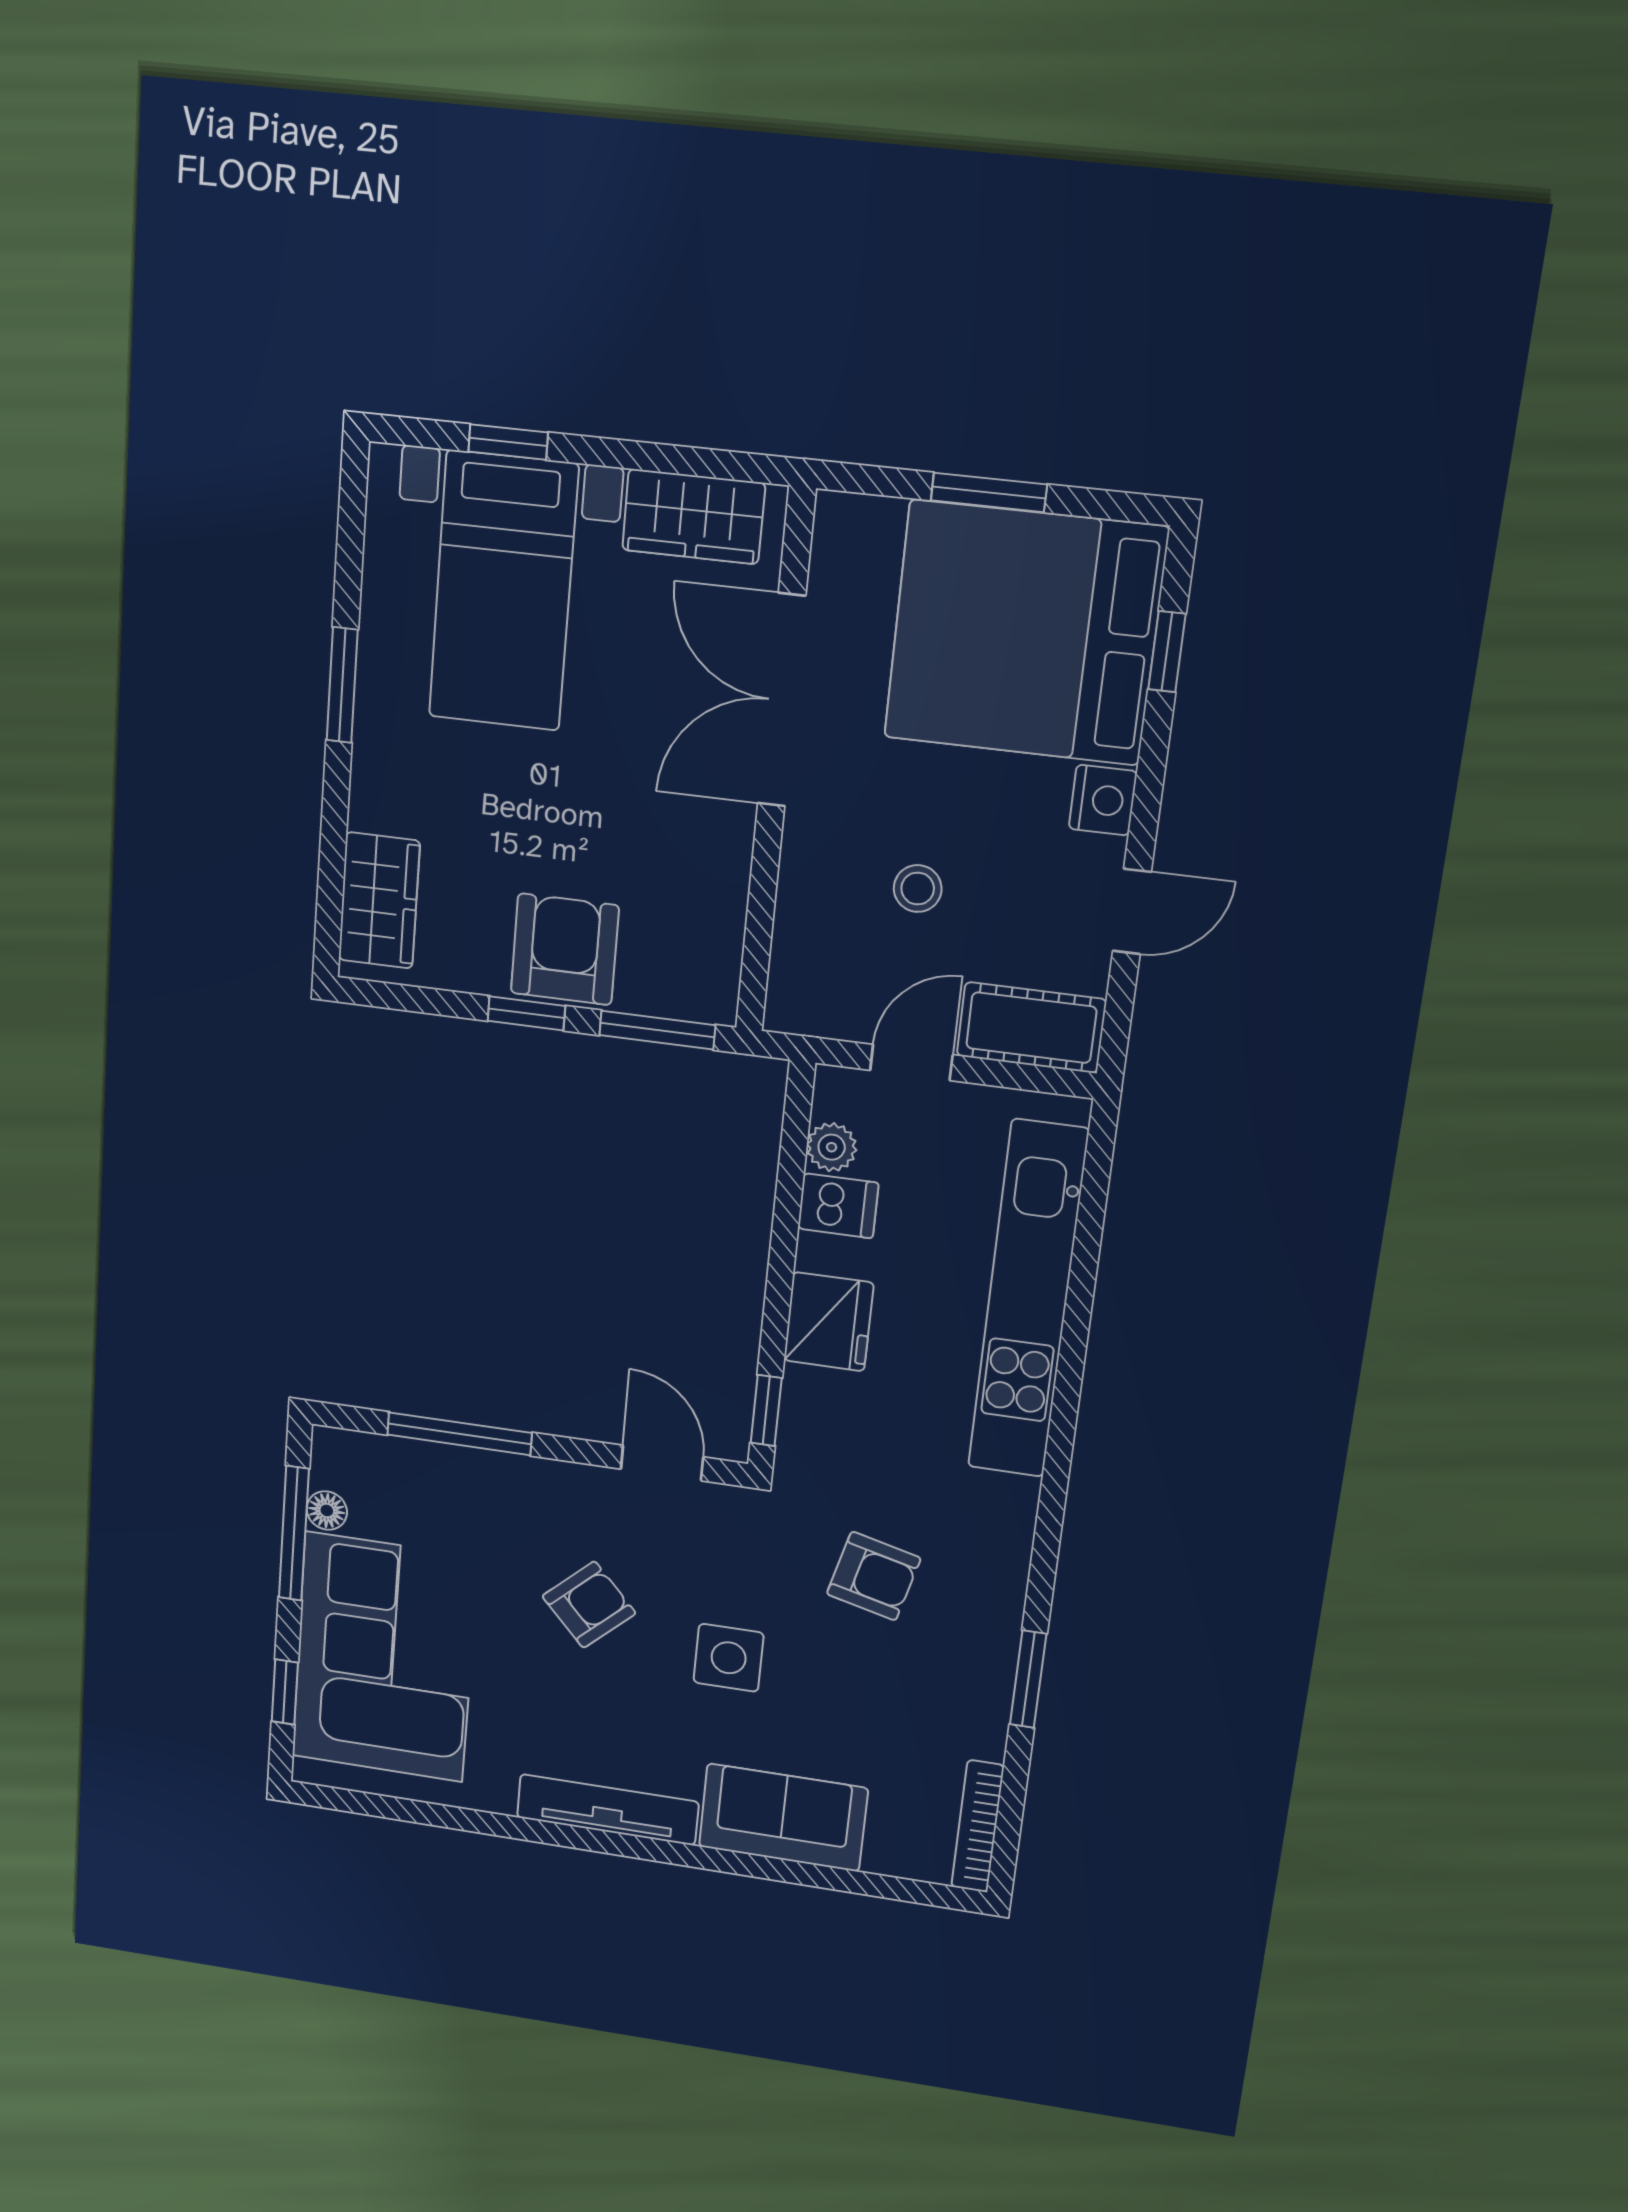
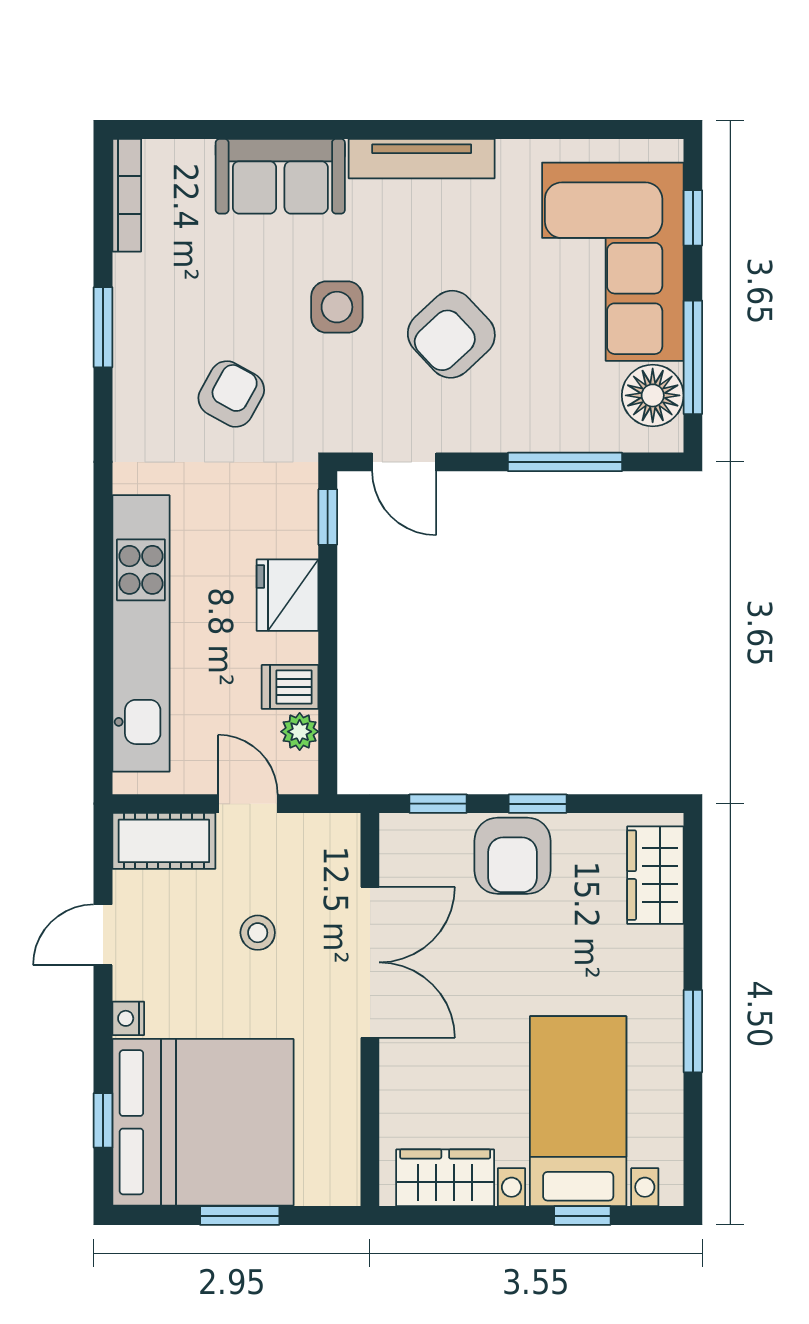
double door: (781, 700) -> (370, 962), moved
nightstand: (1103, 800) -> (128, 1018), width x0.72, depth x0.74
window: (657, 1030) -> (438, 804), width x0.67
door: (911, 1062) -> (248, 804), swing flipped
floor lamp: (327, 1511) -> (653, 395), width x1.89, depth x1.89
armchair: (874, 1576) -> (231, 394), turned 105
armchair: (589, 1605) -> (451, 334), width x1.38, depth x1.38

